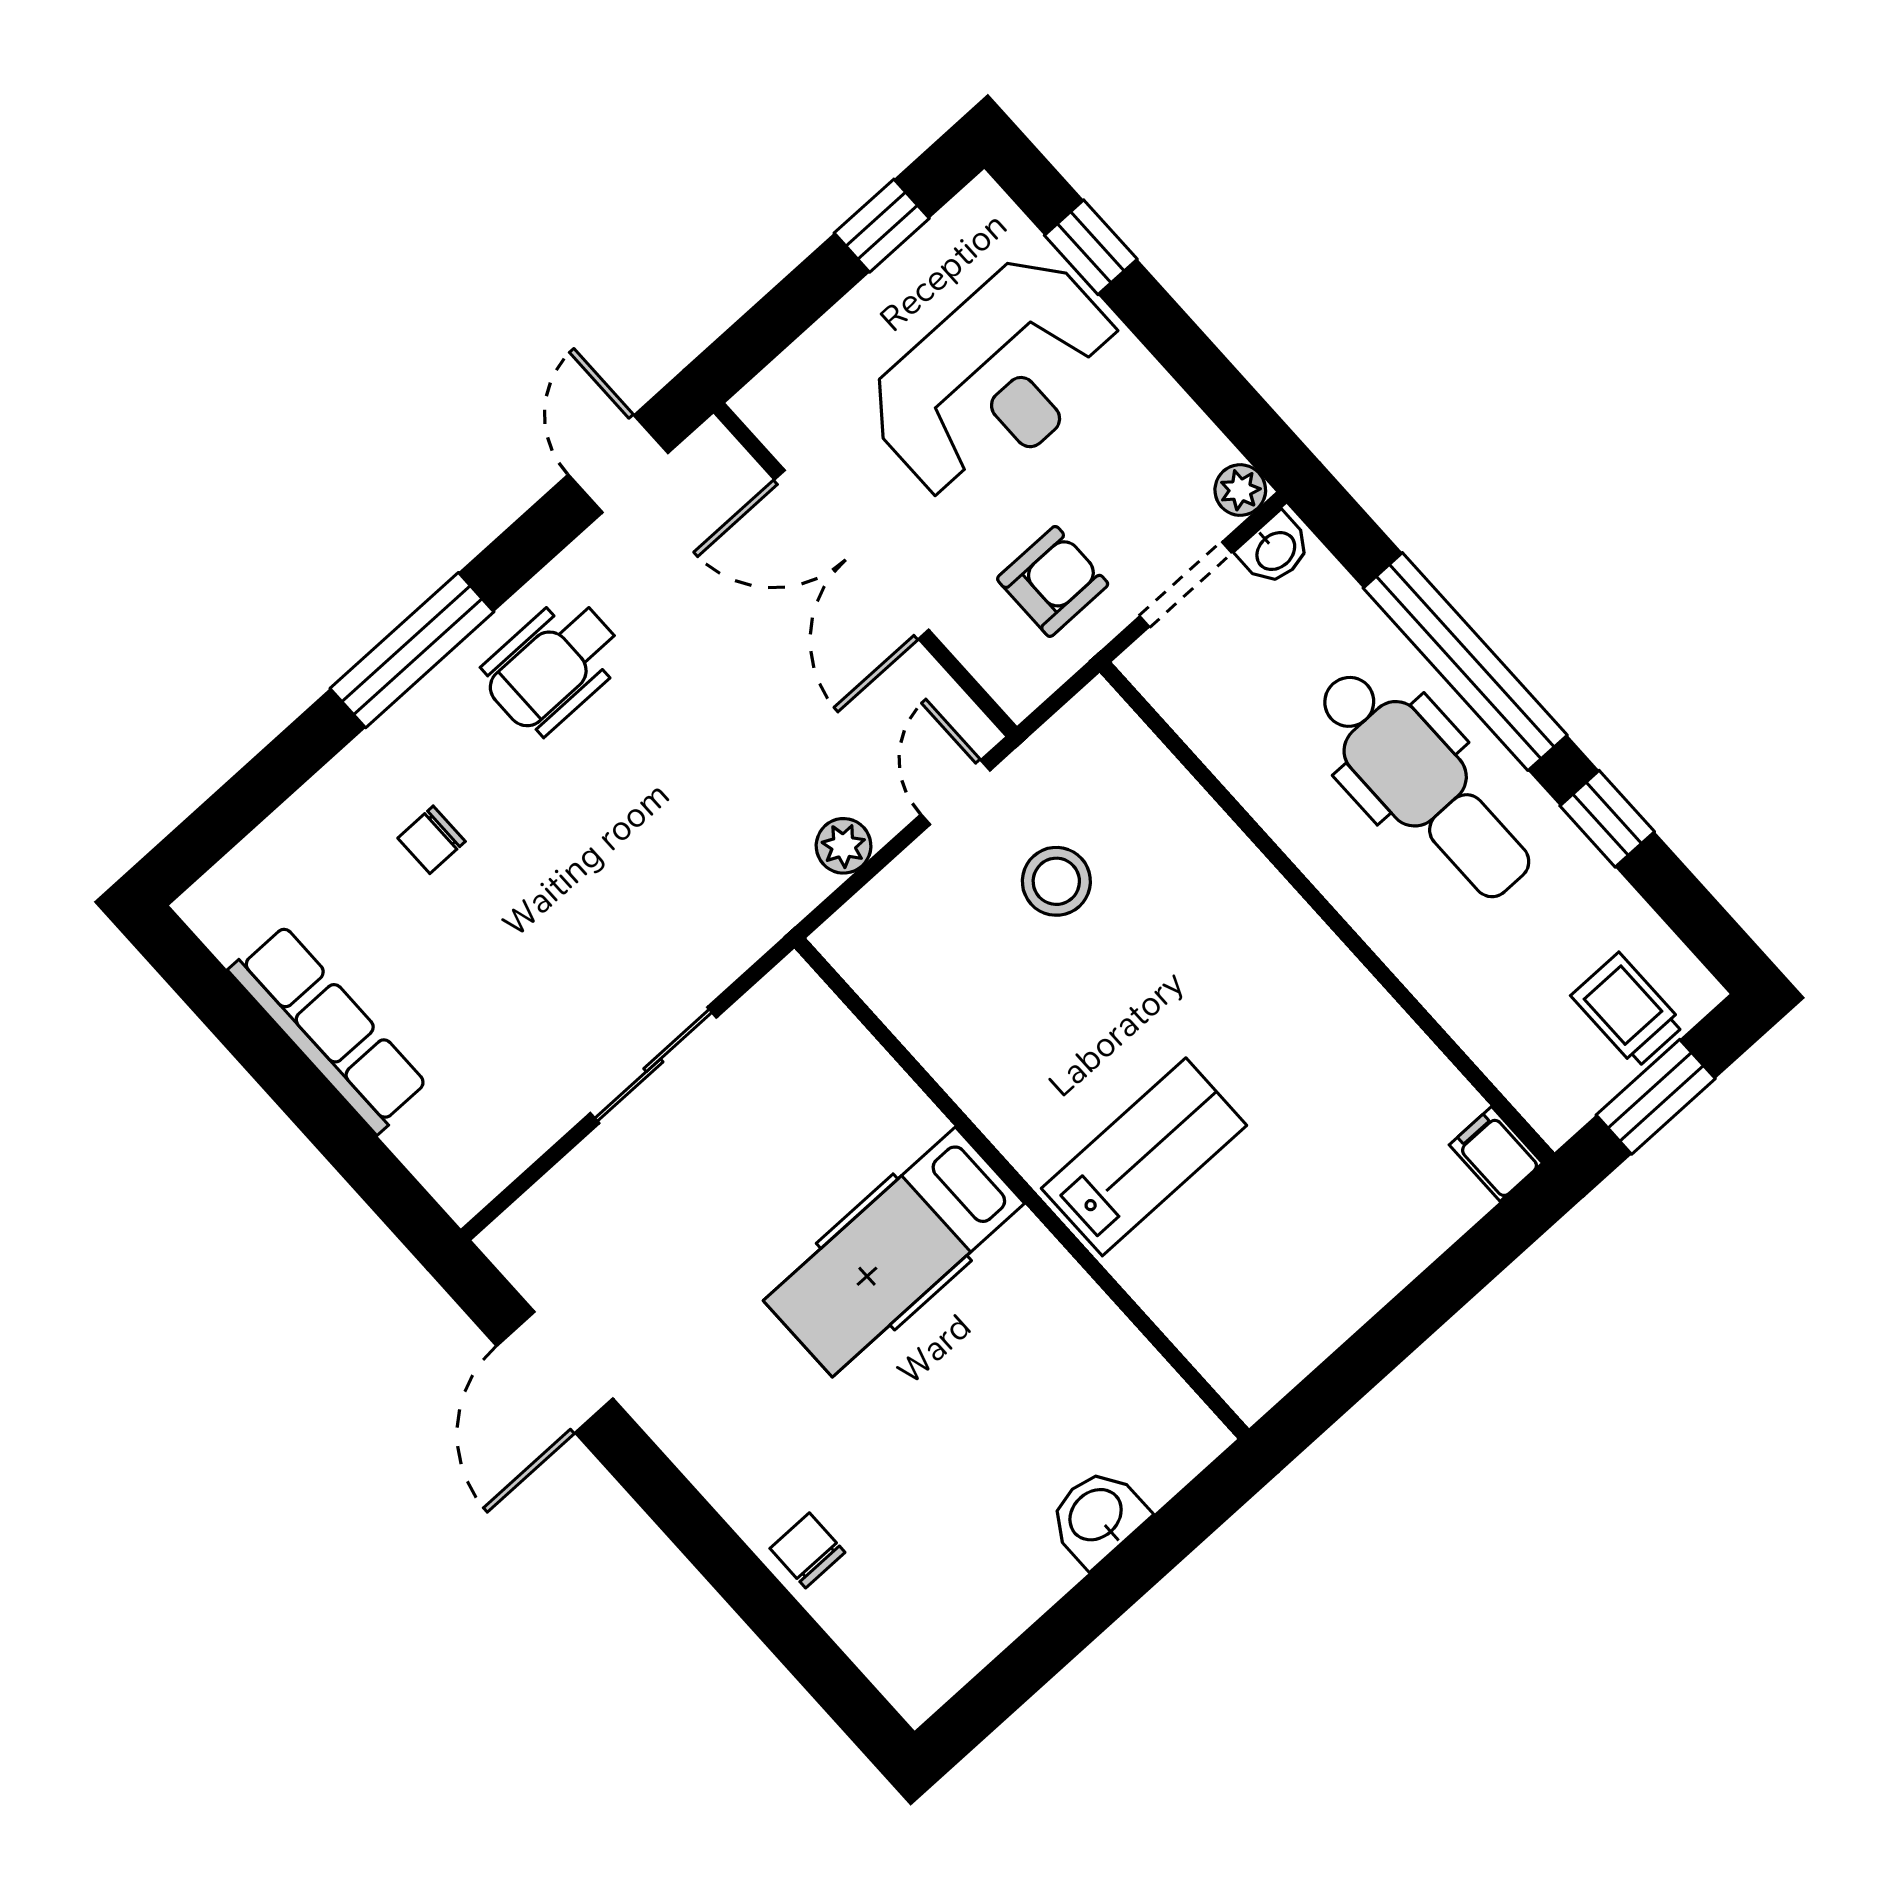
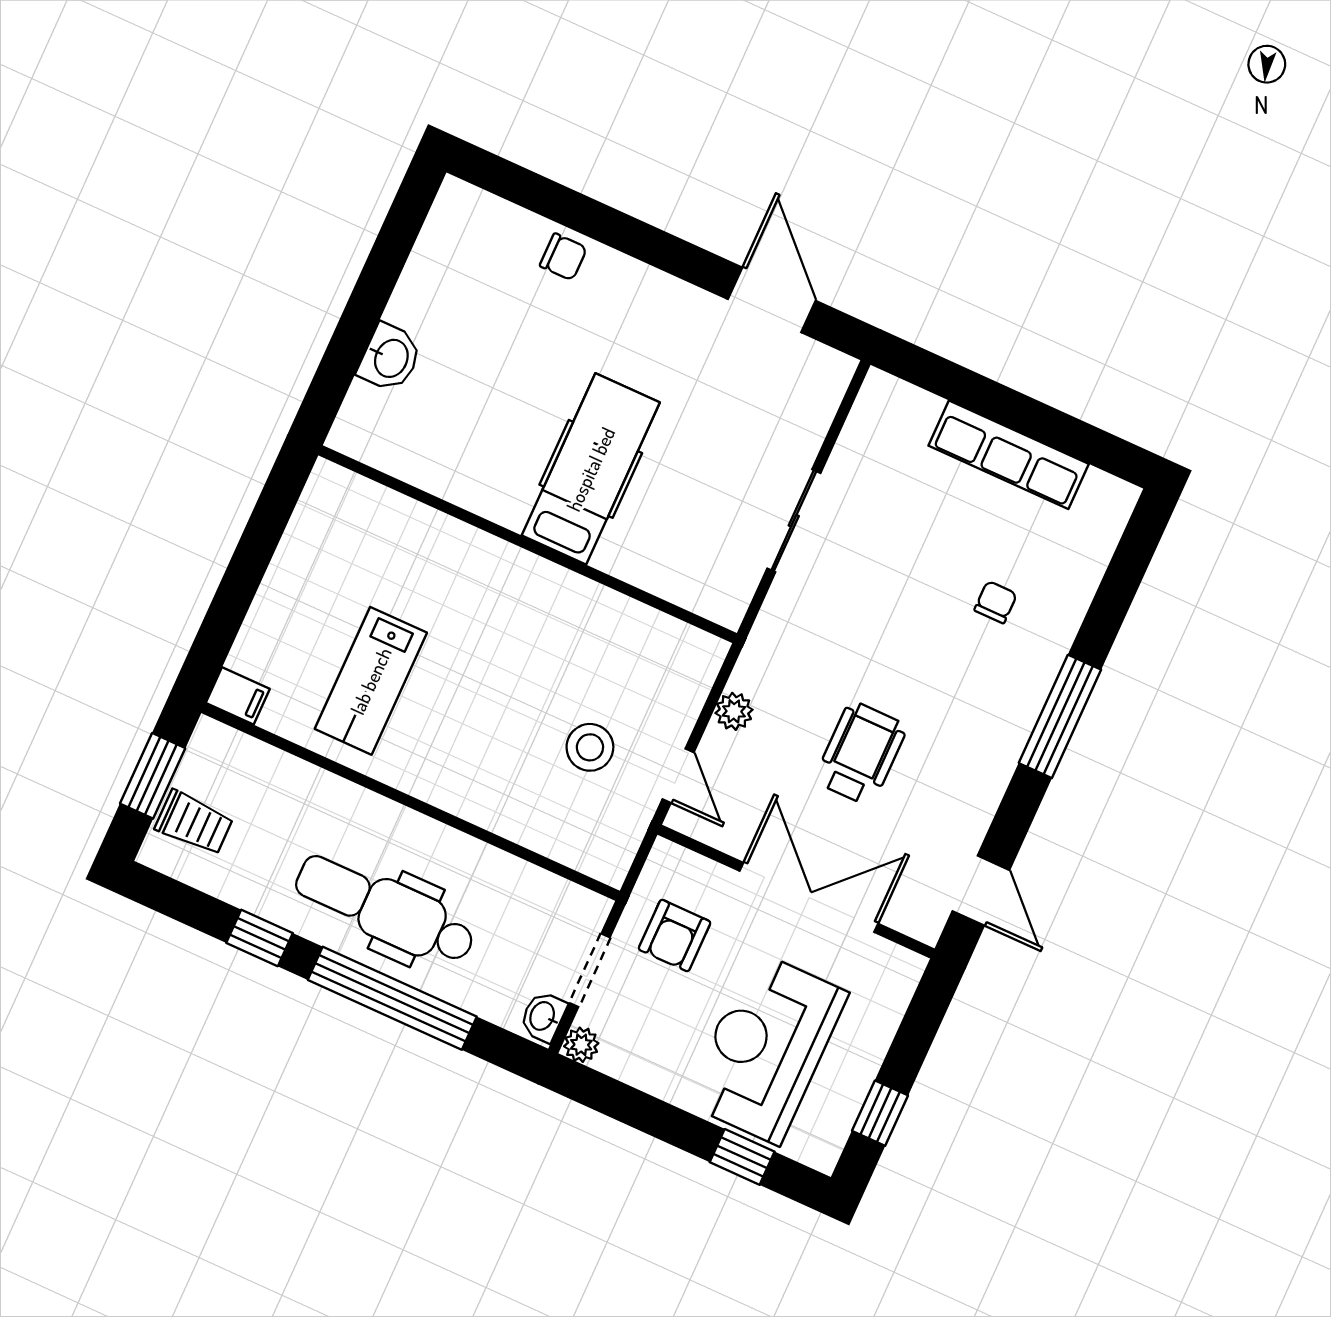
wheelchair: (553, 666) -> (861, 753), moved
lab bench: (1144, 1157) -> (371, 681), moved

